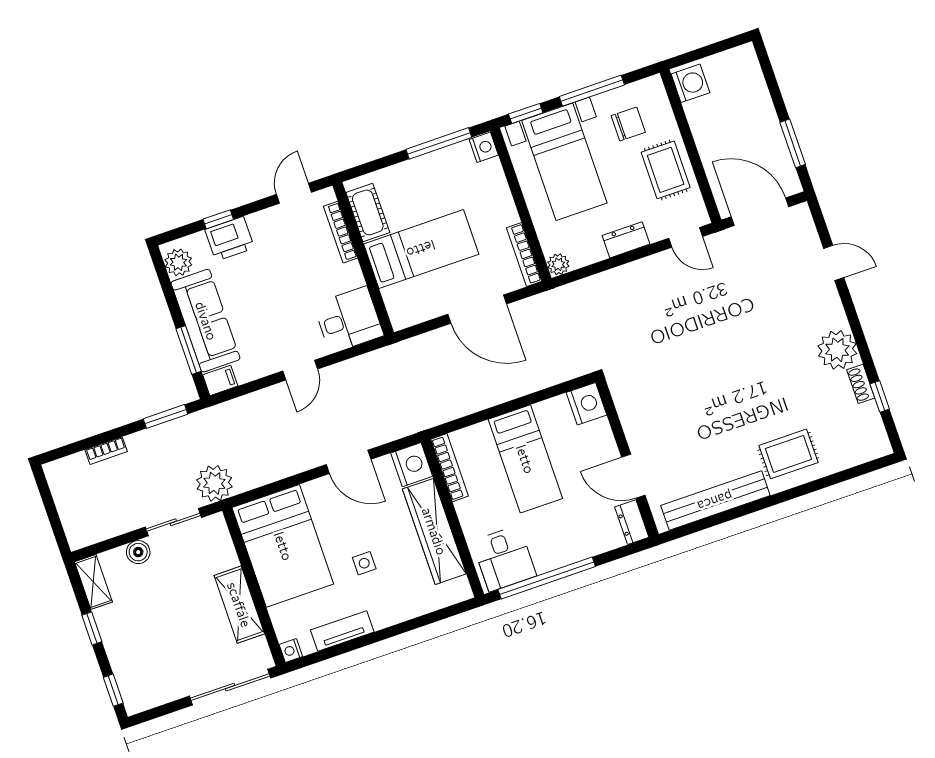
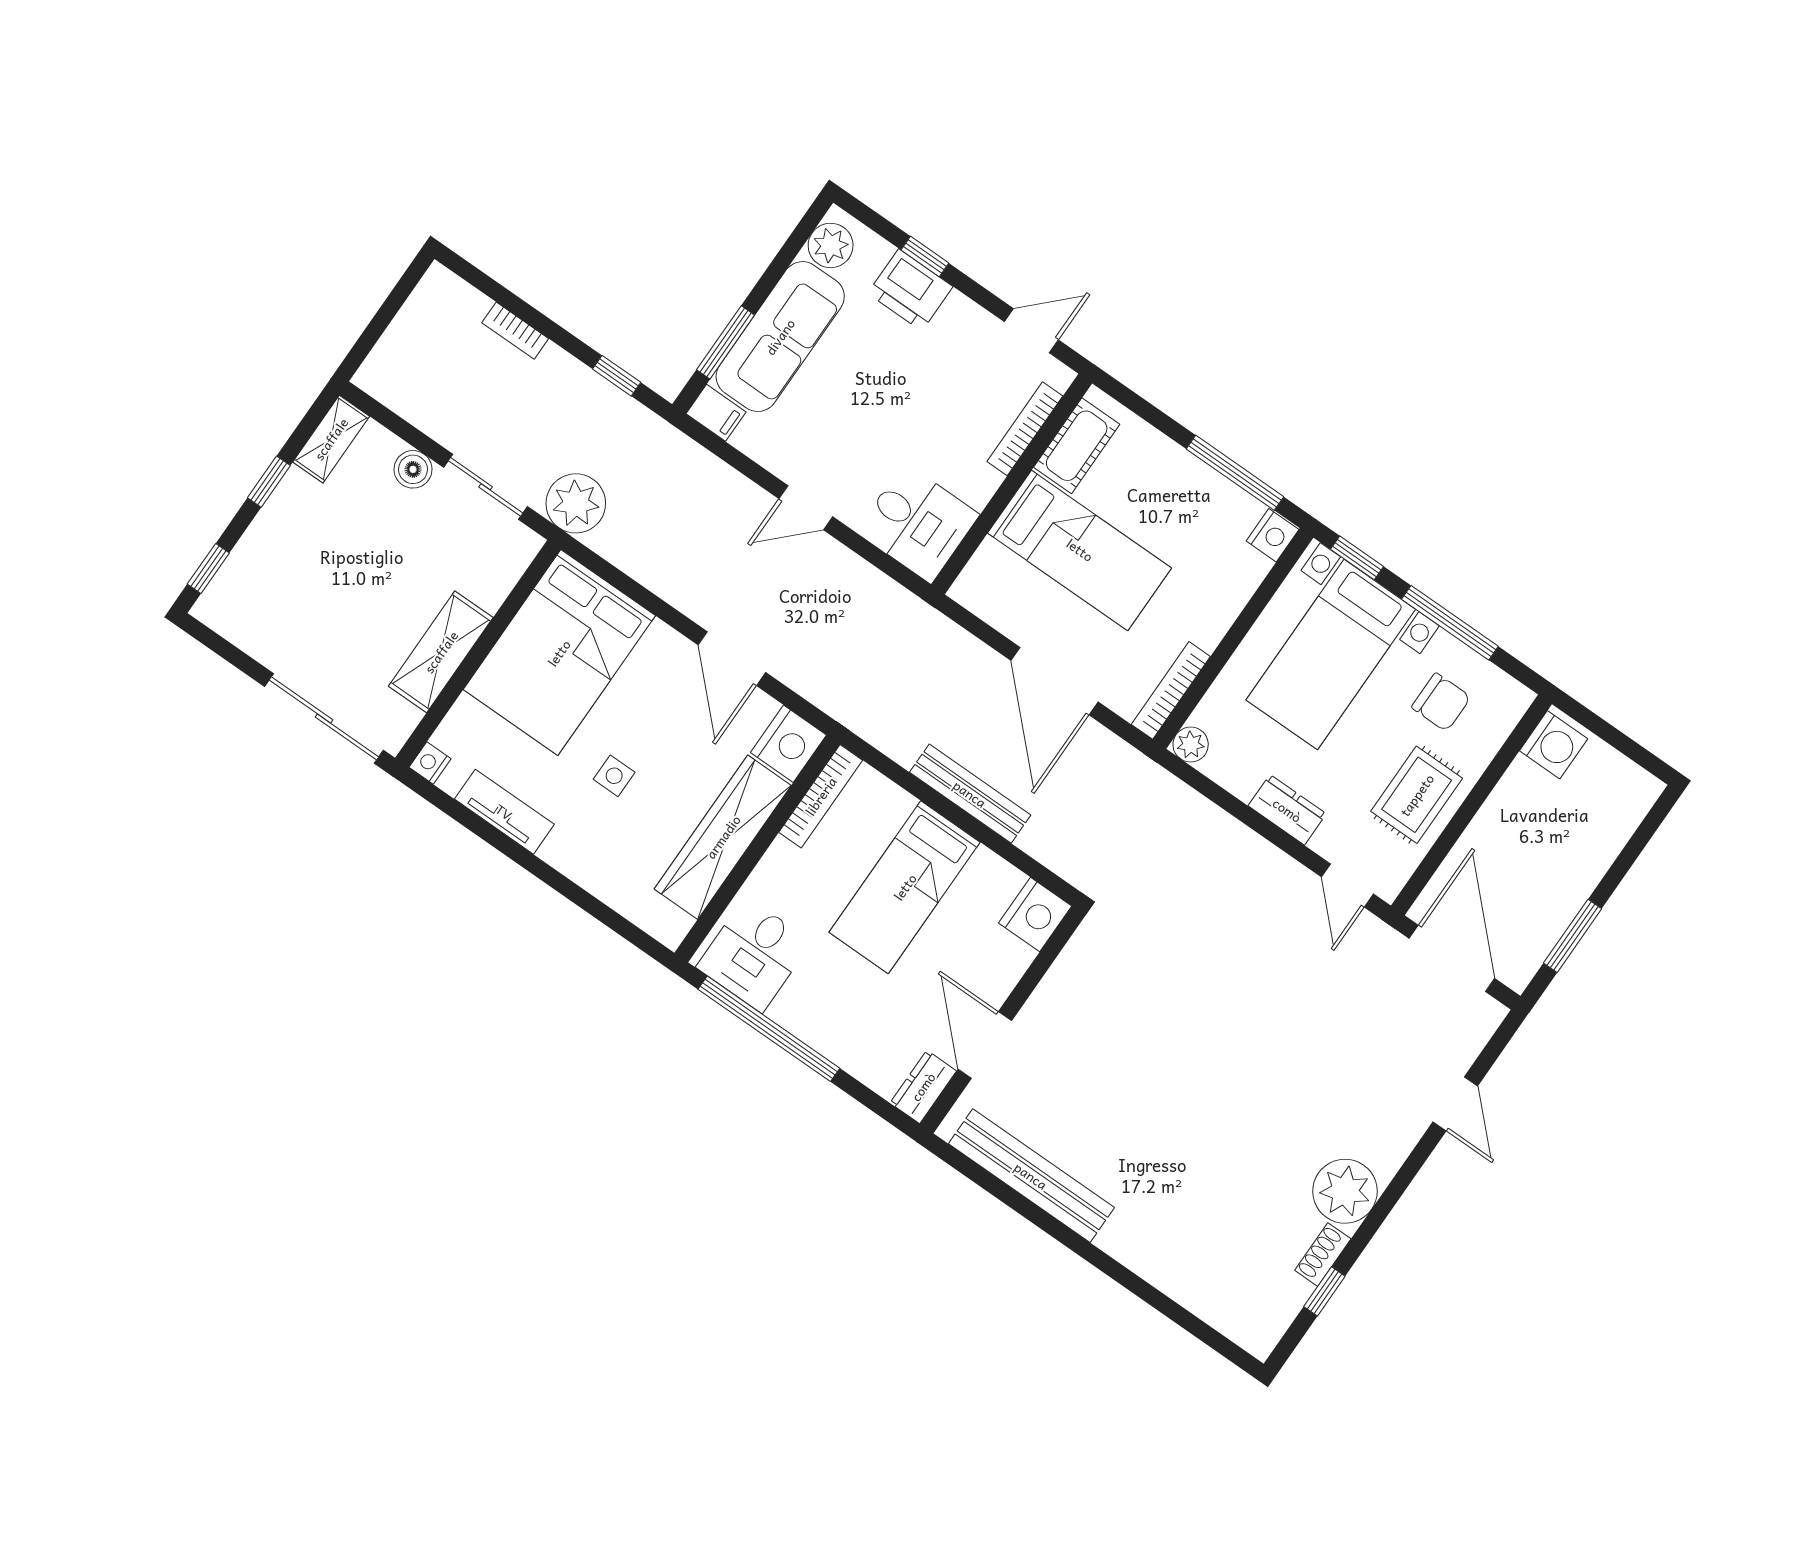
bench: (503, 392) -> (970, 794), added
window: (166, 416) -> (617, 376), width x0.67
rug: (788, 454) -> (1162, 1227), removed

